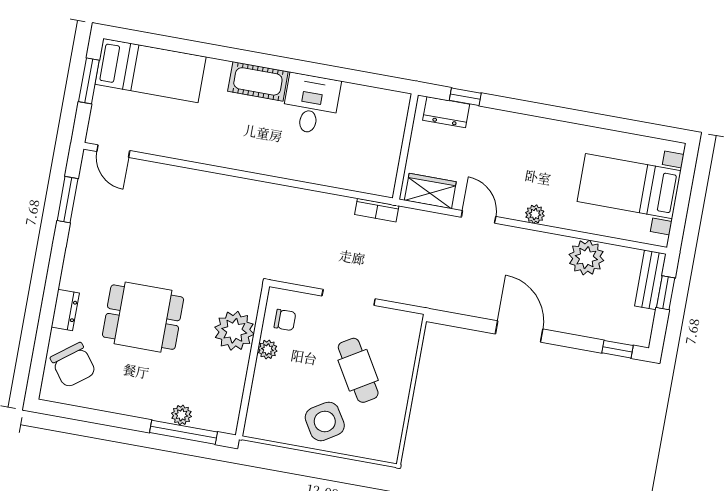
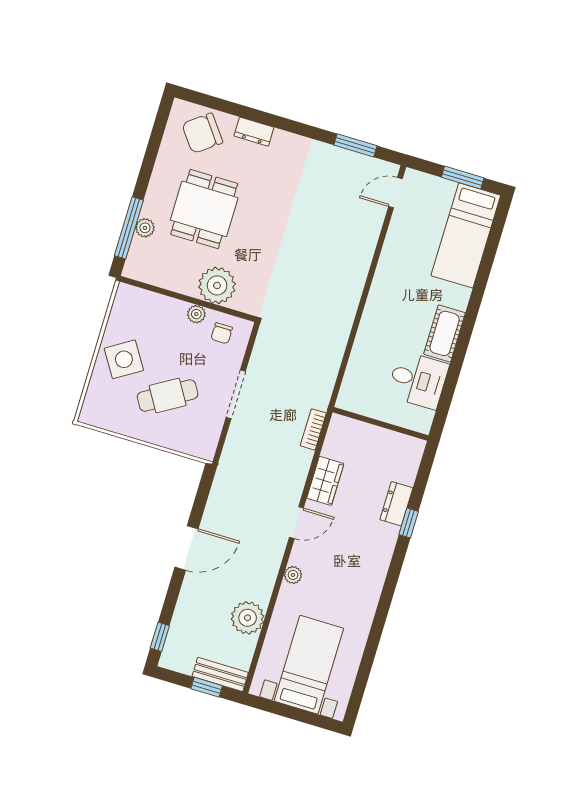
wall: (405, 146) -> (381, 424), moved
dining table: (143, 317) -> (204, 209), moved

